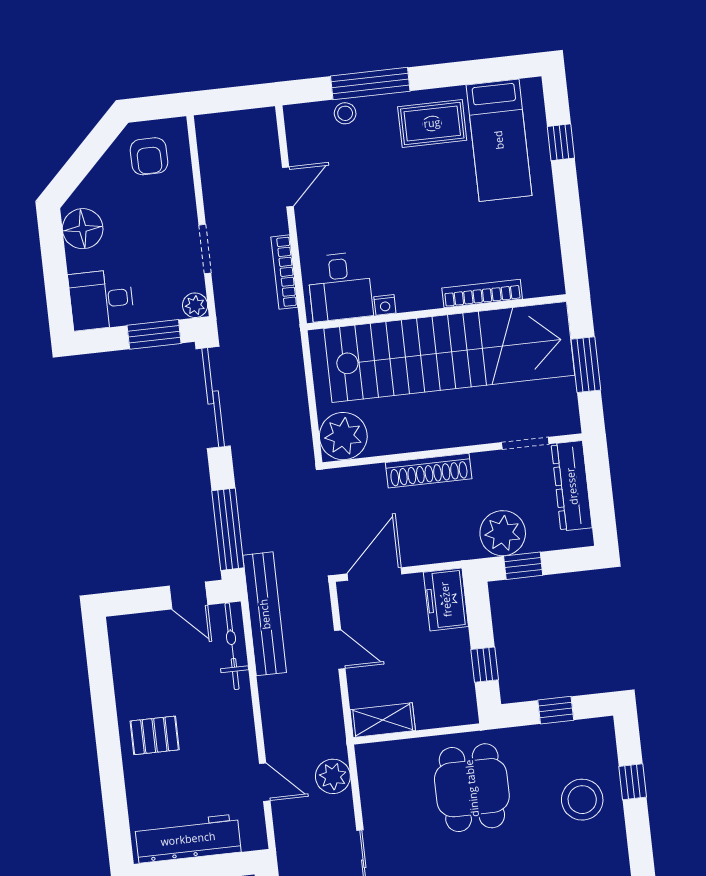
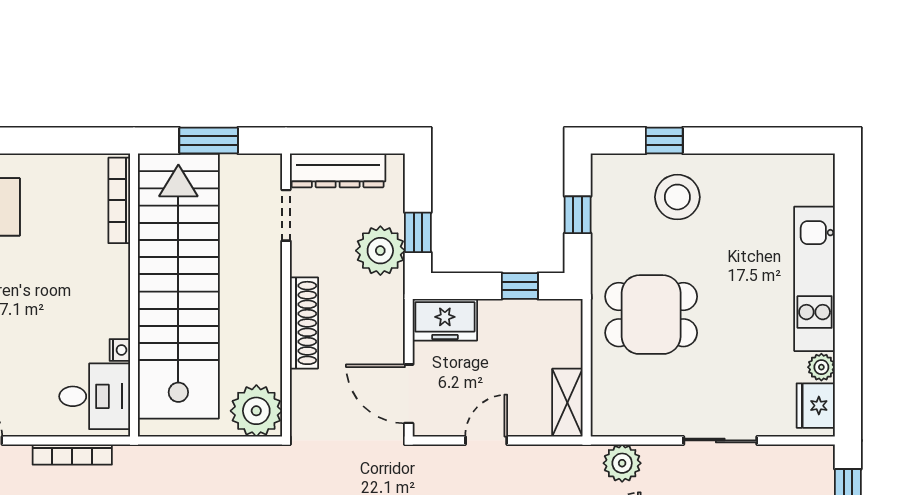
bookcase: (482, 293) -> (119, 200), moved

